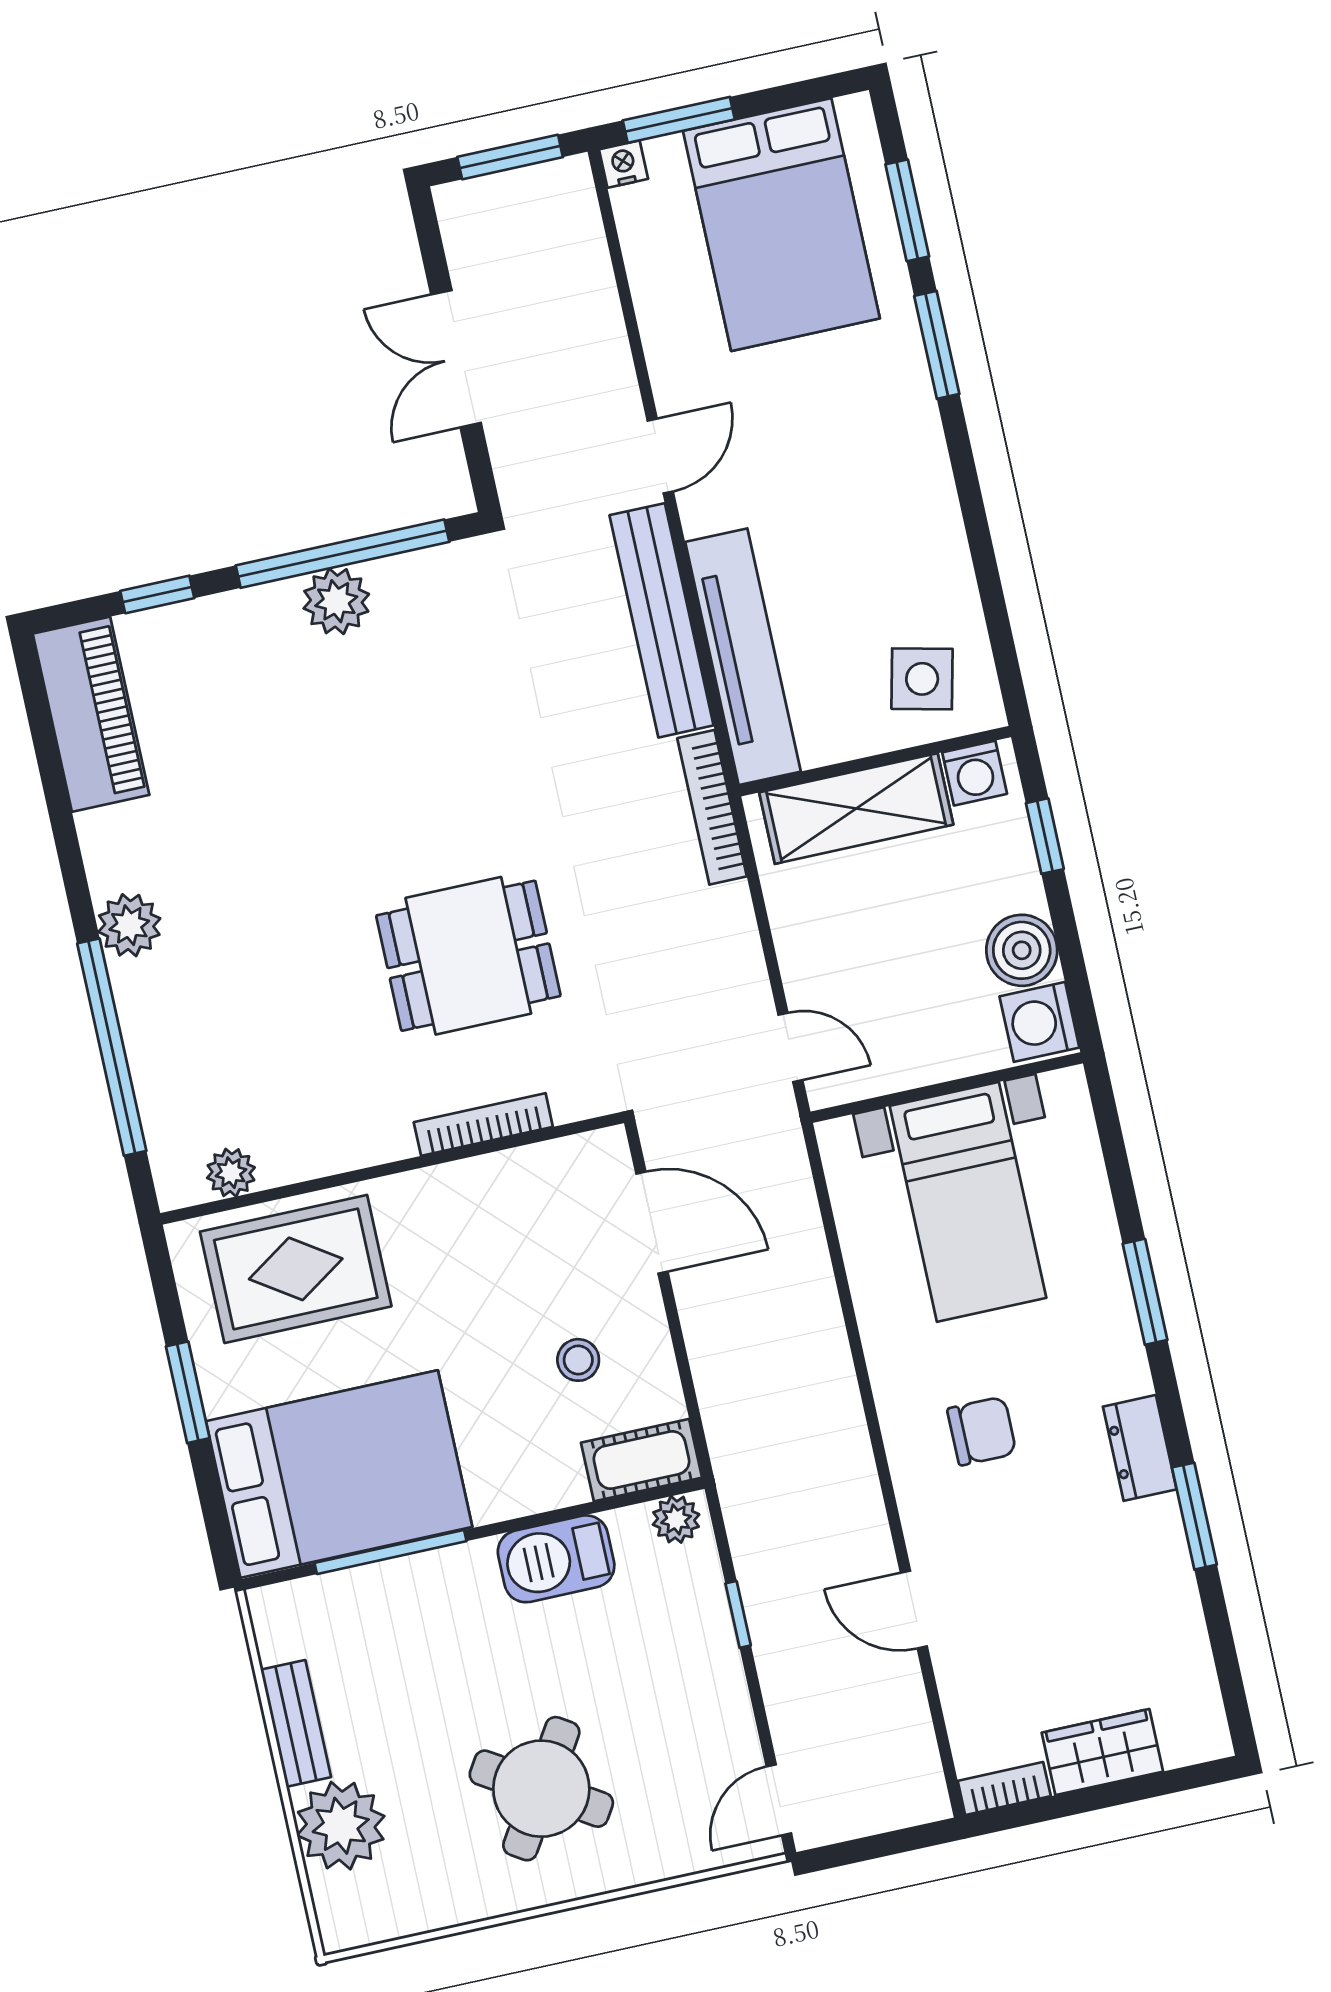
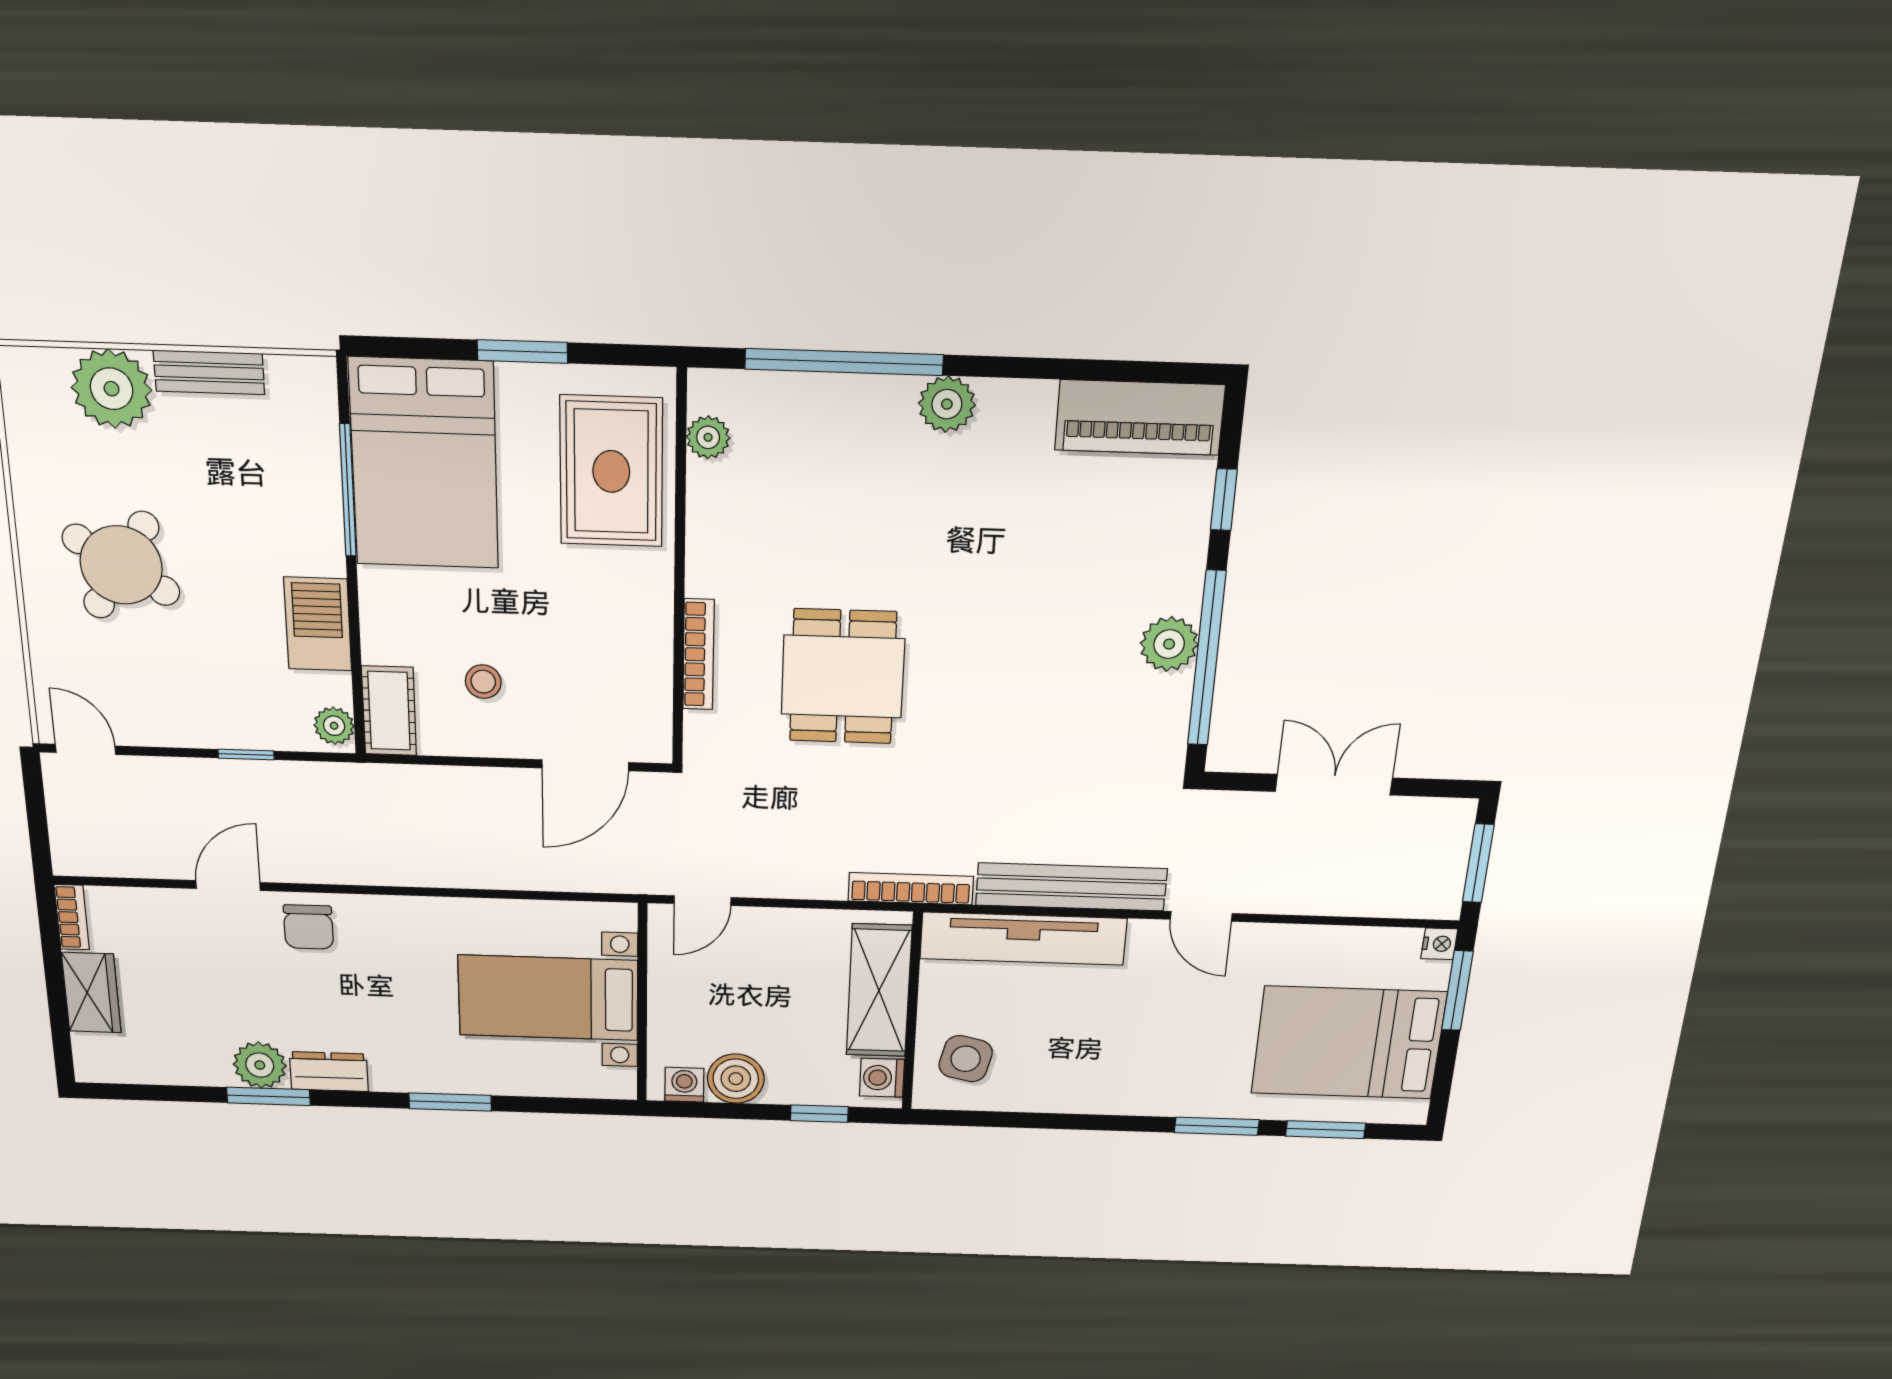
washing machine: (1039, 1022) -> (684, 1085), width x0.73, depth x0.73
chair: (982, 1431) -> (308, 927), moved
plant: (1152, 1534) -> (260, 1065), added

